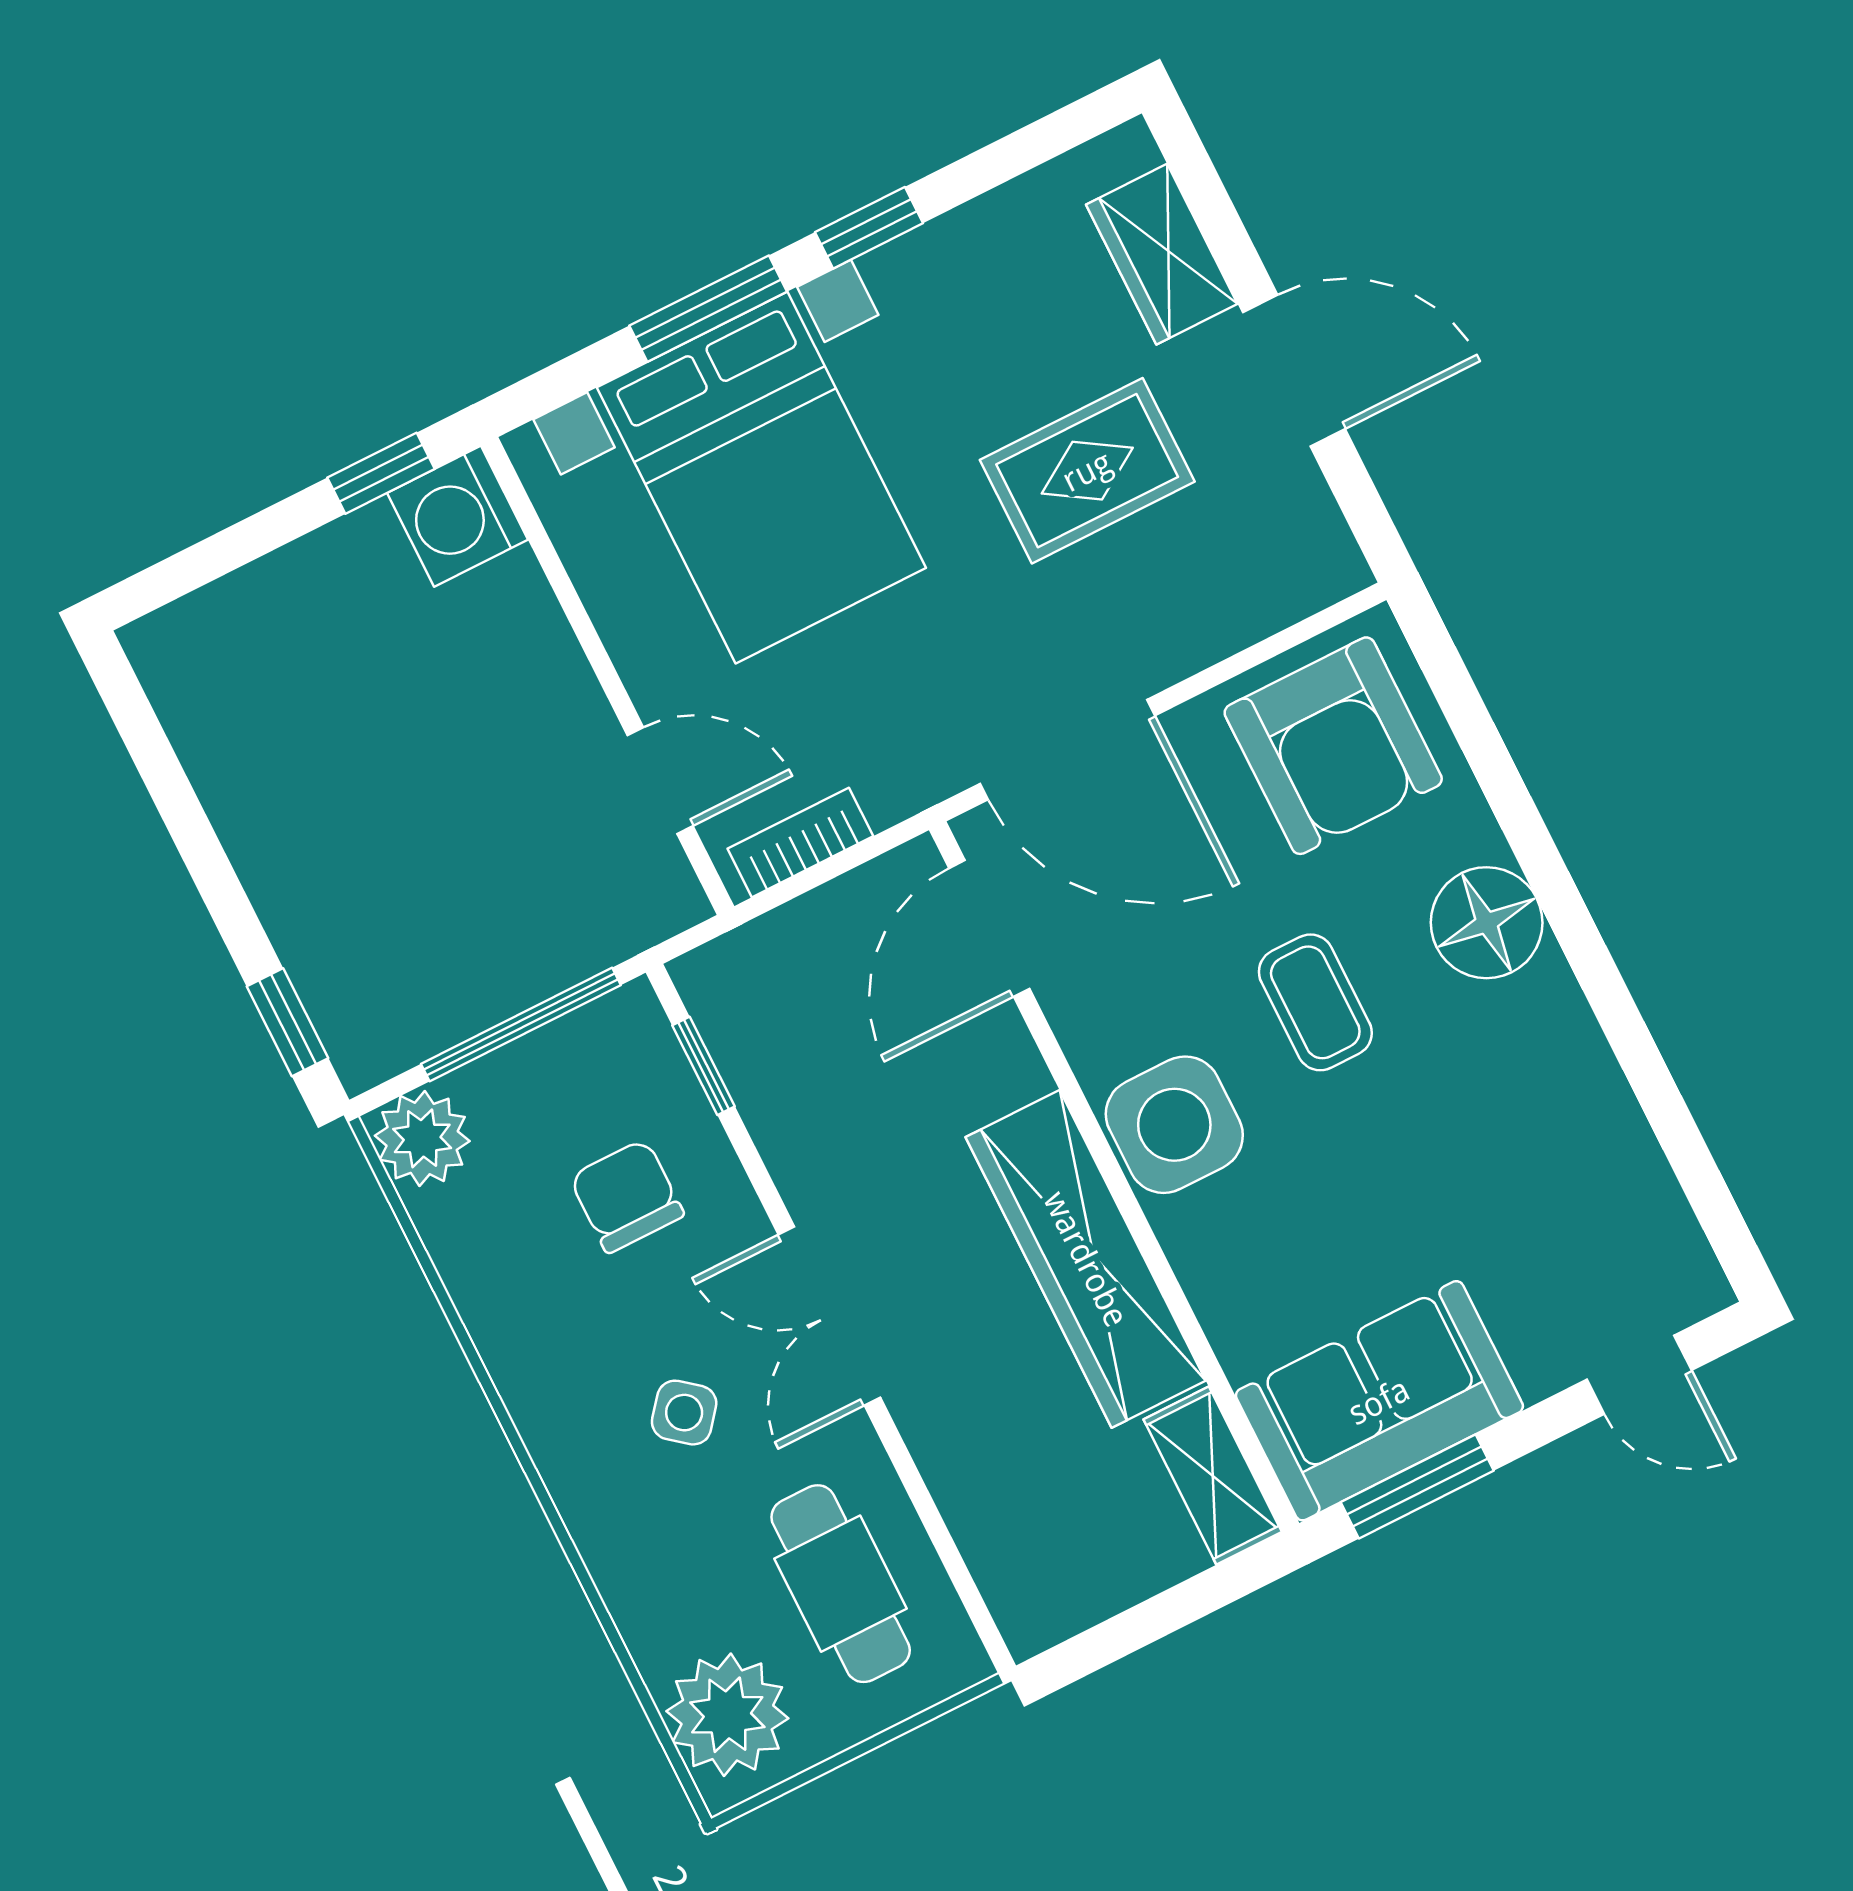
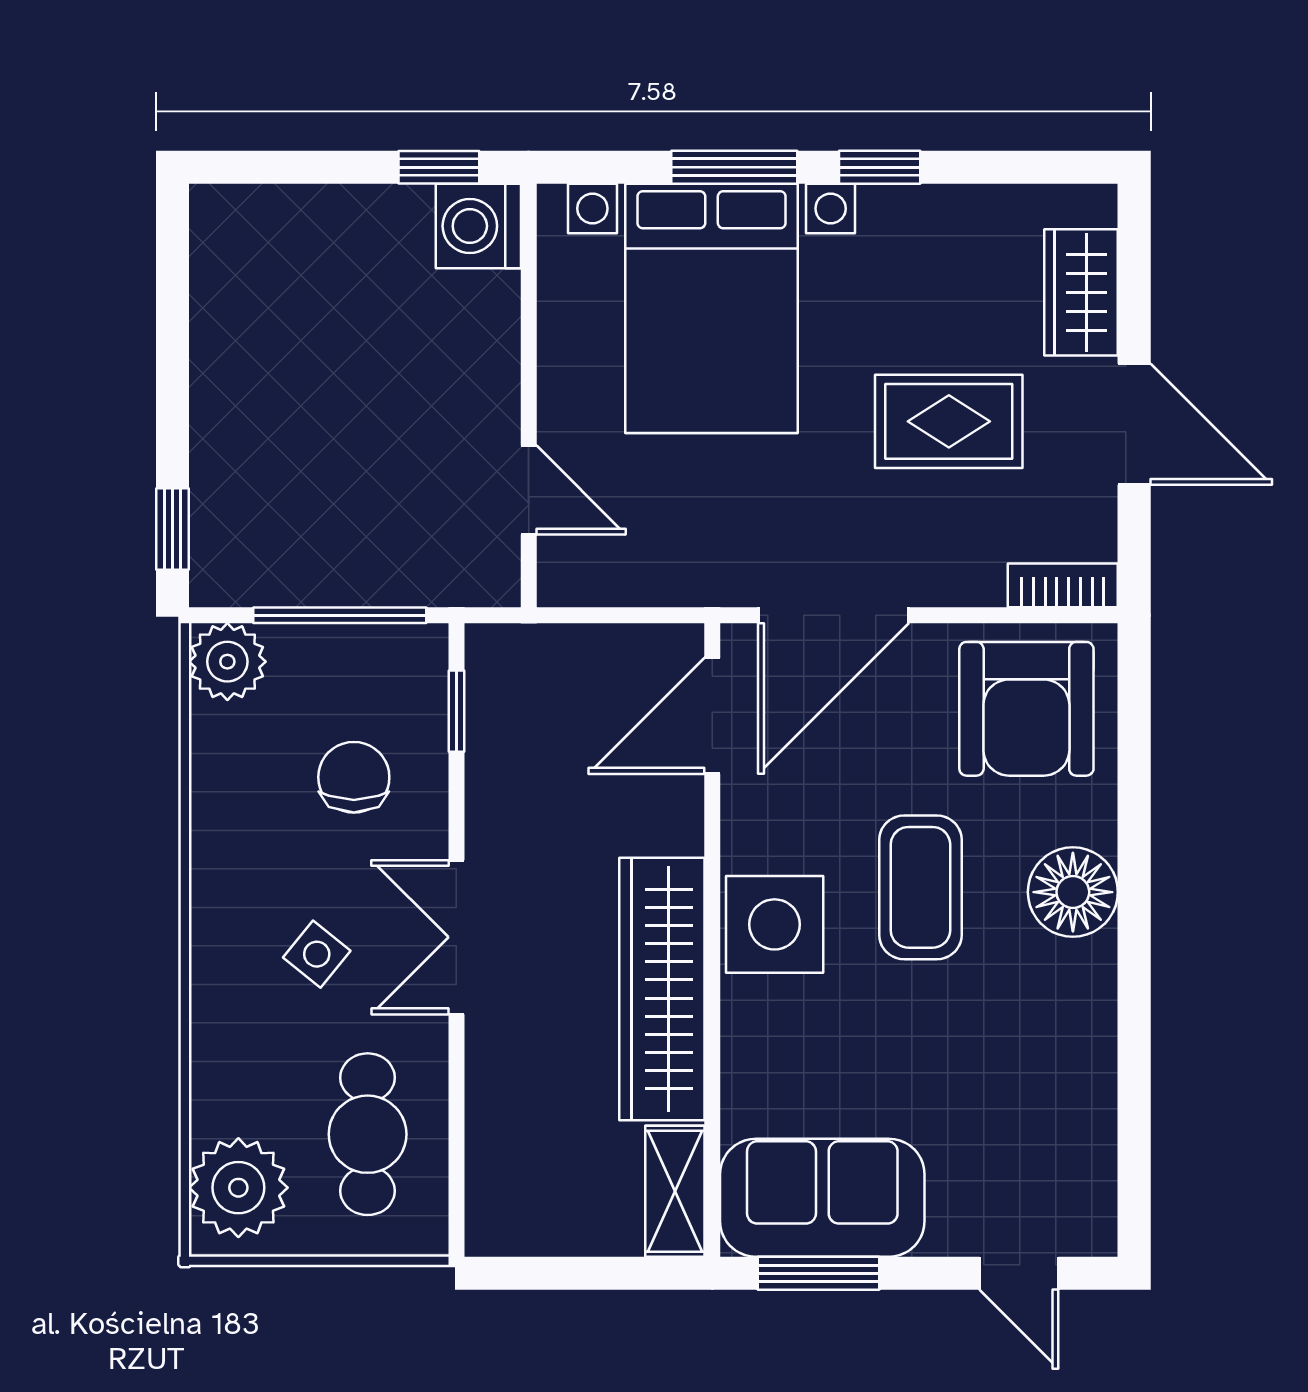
door: (1067, 750) -> (833, 615), hinge flipped
bookcase: (800, 842) -> (1063, 585), moved
coffee table: (1315, 1002) -> (920, 887), width x1.36, depth x1.30

